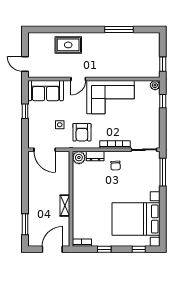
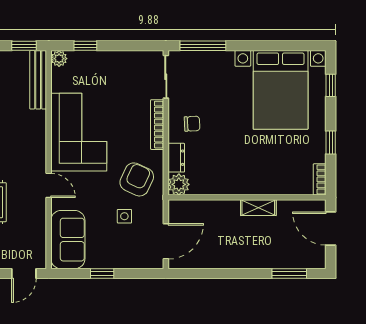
bench: (142, 73) -> (38, 80), added
armchair: (82, 132) -> (137, 179), turned -65

